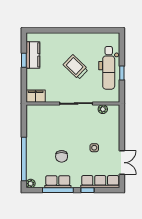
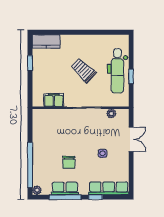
kitchen counter: (33, 55) -> (46, 41), moved, turned 90
filing cabinet: (36, 96) -> (54, 100), moved
double door: (122, 163) -> (131, 139), moved

